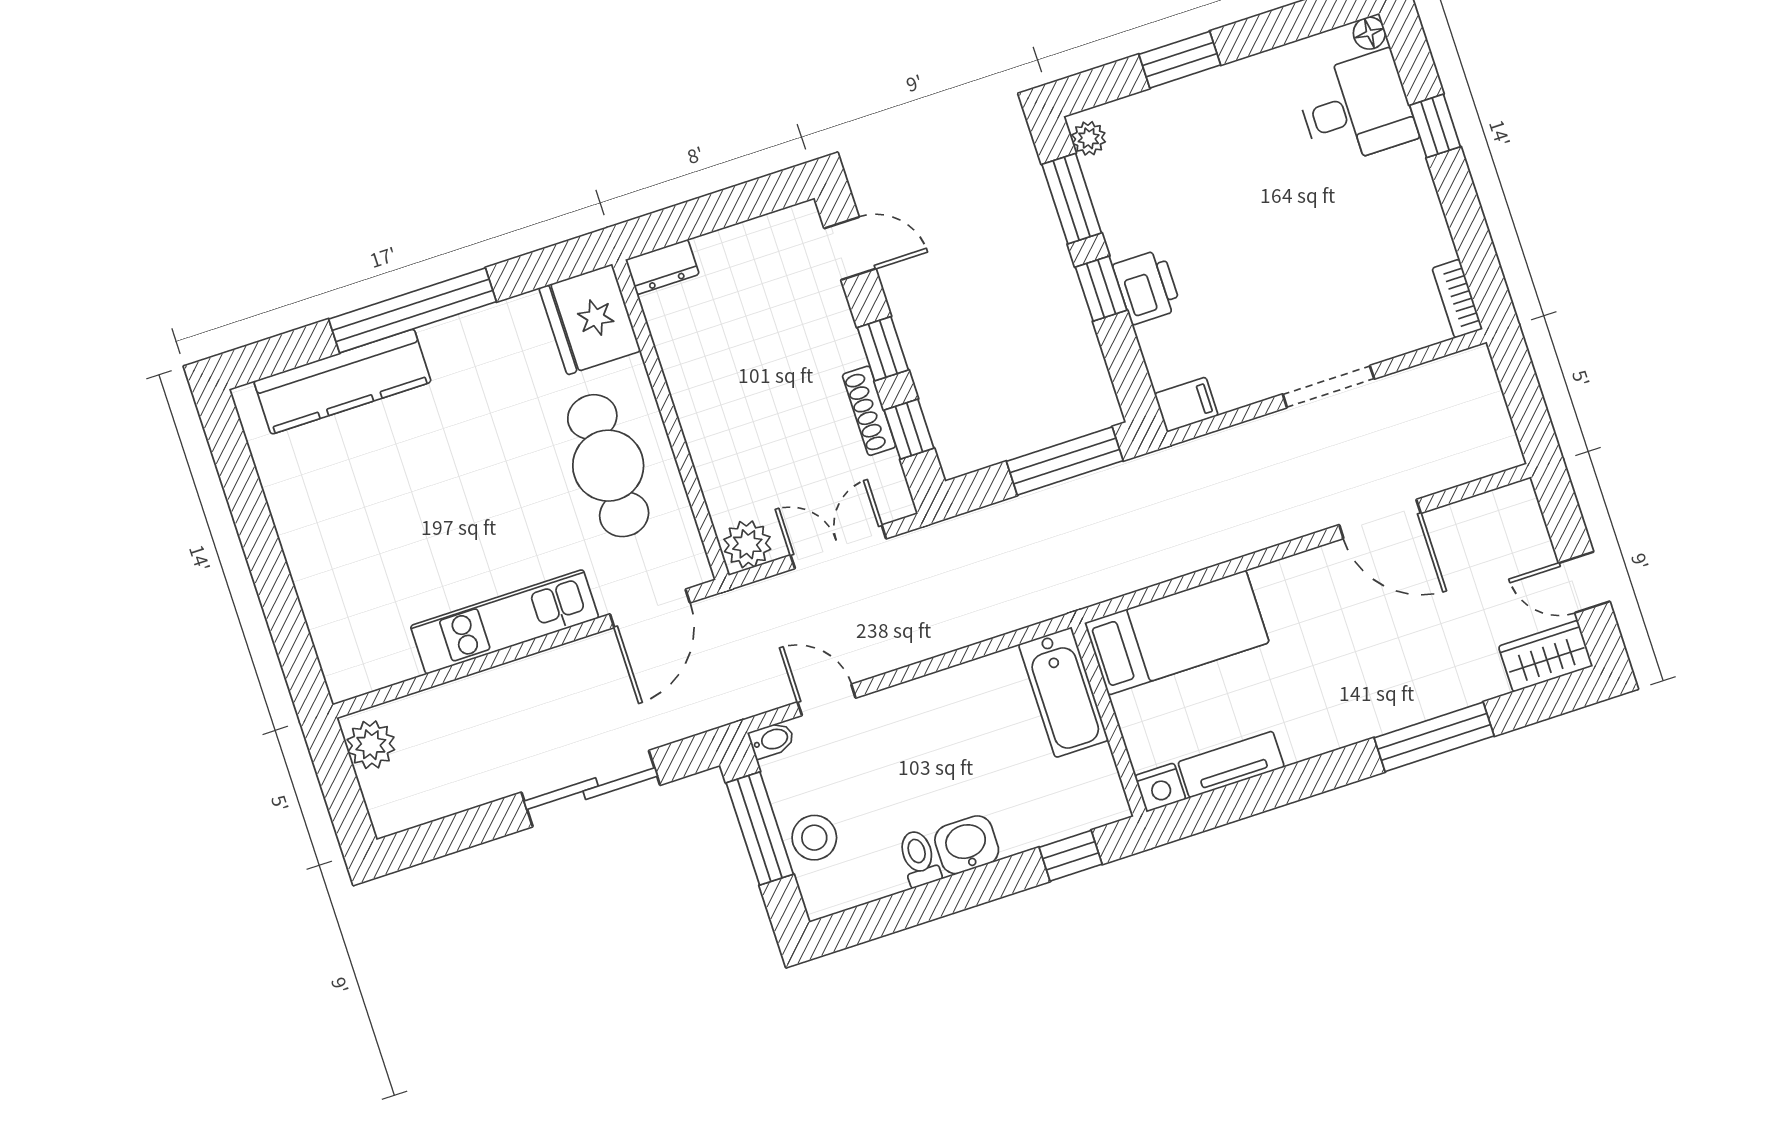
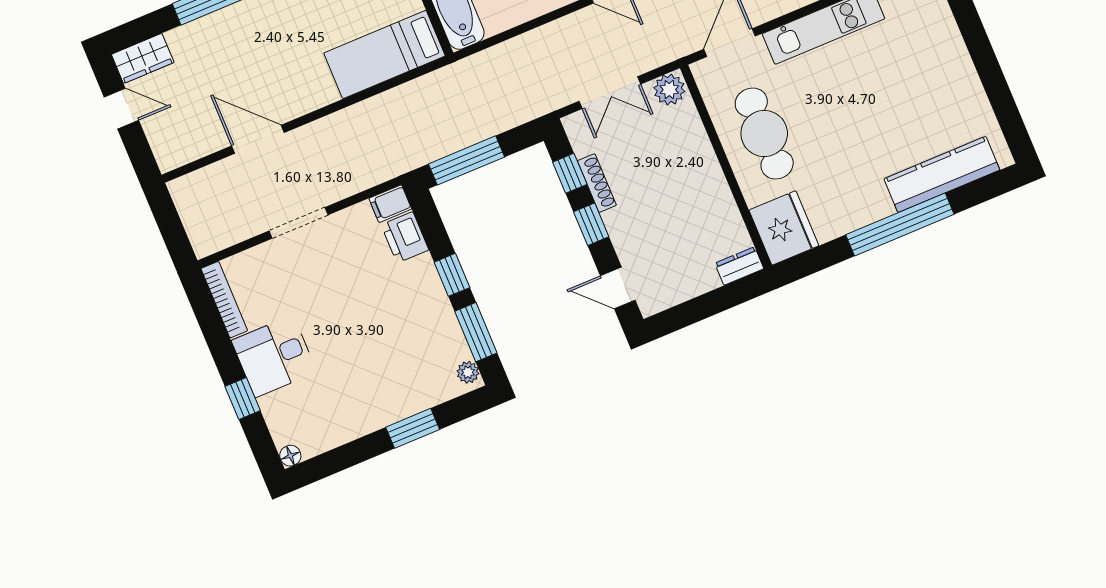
desk: (1356, 108) -> (274, 356), moved
printer: (1147, 287) -> (405, 237), moved
bookcase: (1457, 299) -> (224, 300), width x1.56

